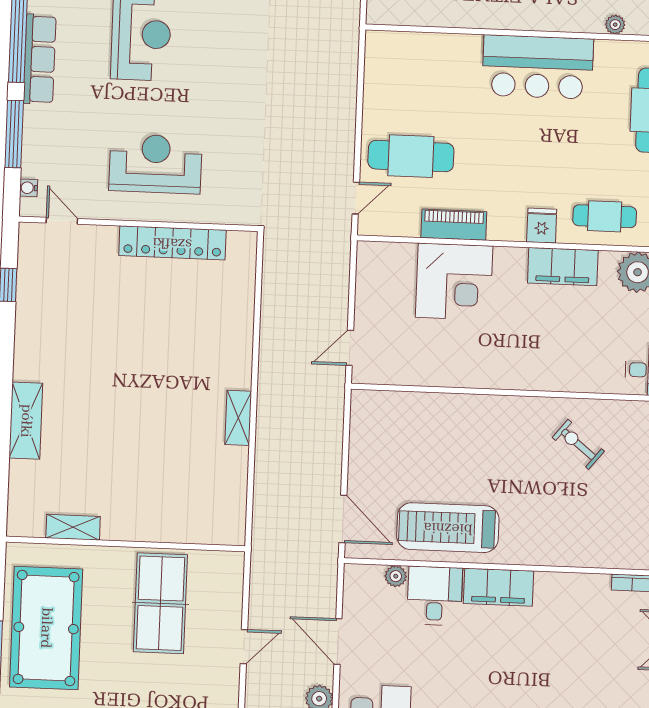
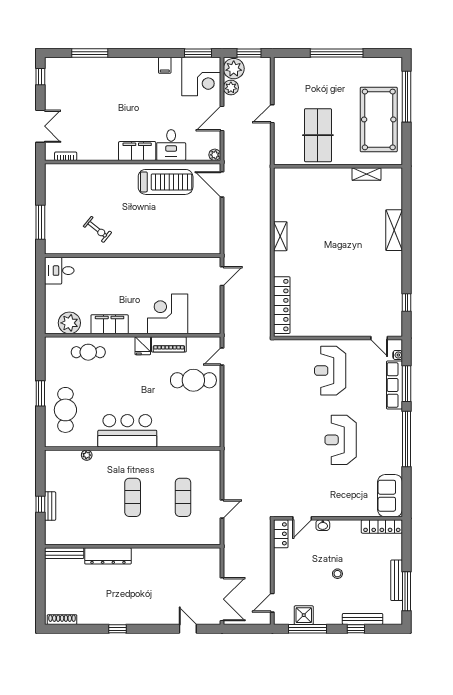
row of seats: (40, 59) -> (394, 385), moved
reception desk: (155, 164) -> (330, 371), turned 90
fridge: (542, 226) -> (143, 346), moved
locker: (172, 243) -> (282, 305), moved, turned 90
plant: (396, 576) -> (215, 155), moved
door: (338, 642) -> (222, 119), swing flipped

